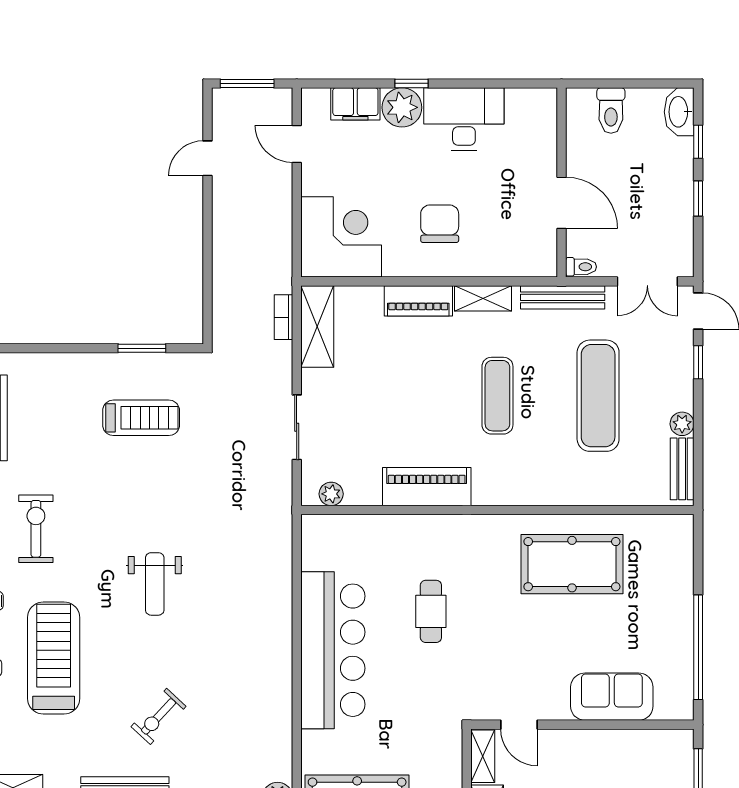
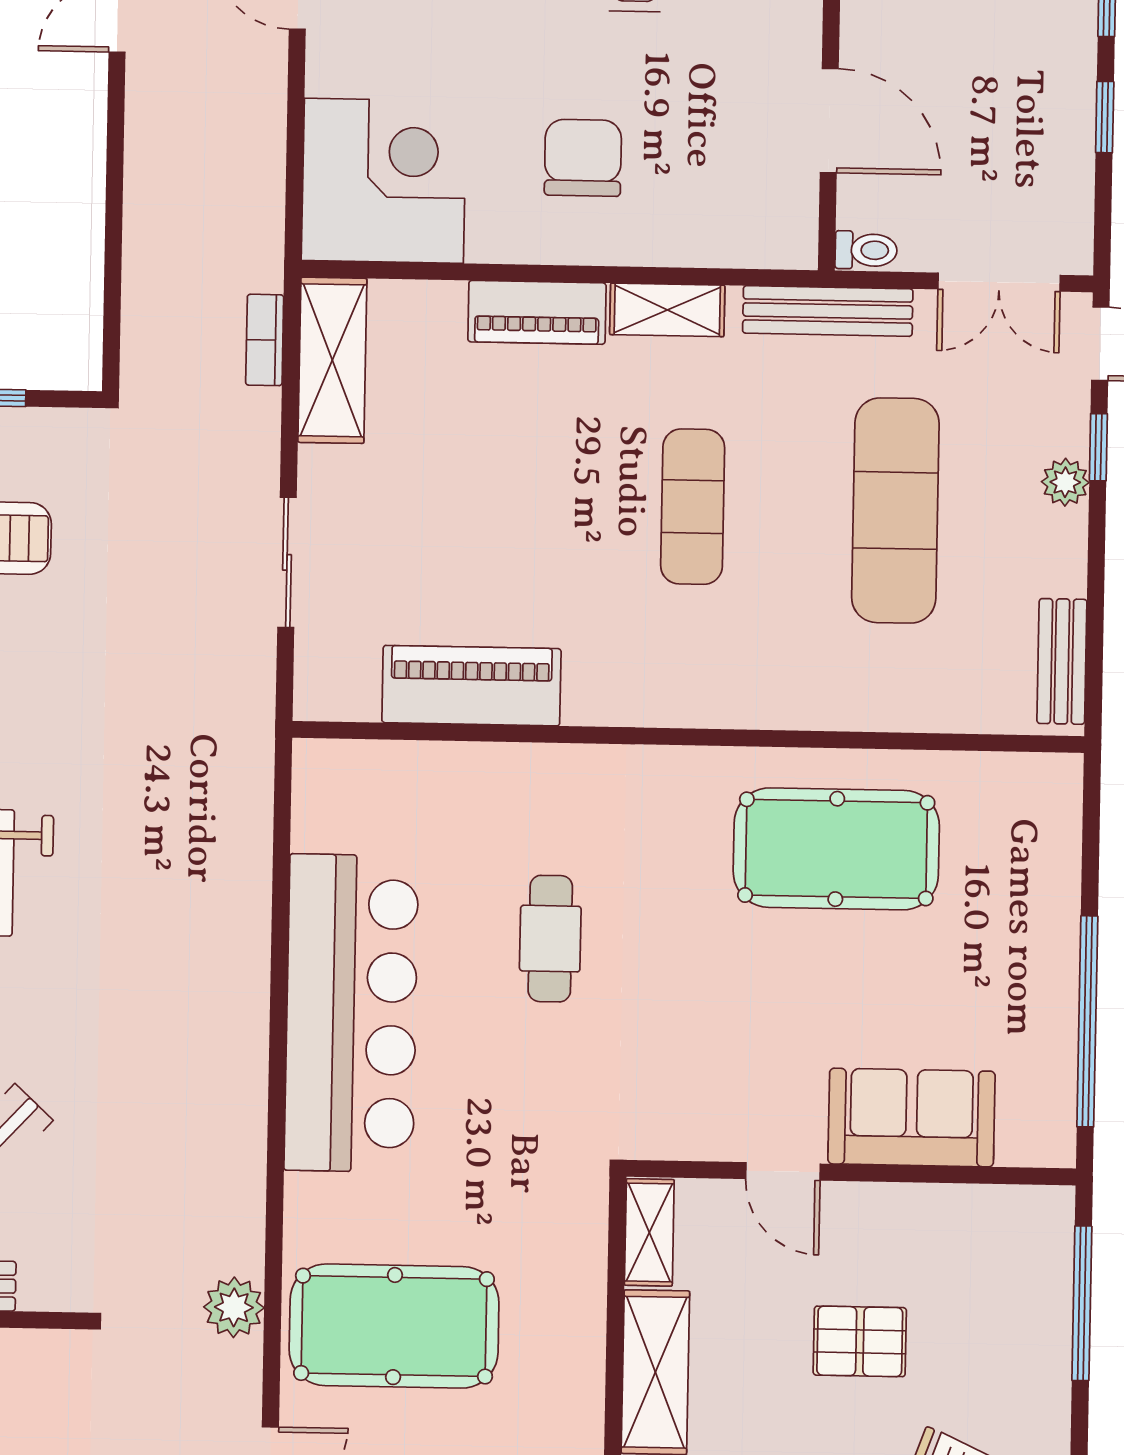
plant: (682, 424) -> (1065, 482), moved
piano: (427, 487) -> (471, 686), moved
plant: (331, 494) -> (354, 698), removed
door: (519, 725) -> (783, 1171), moved

